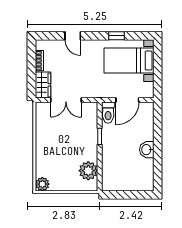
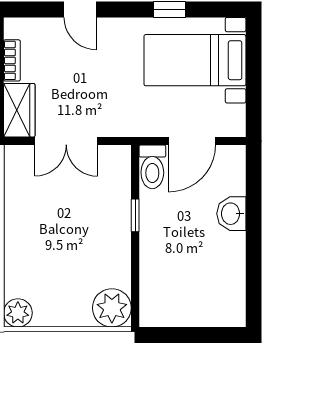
washbasin: (147, 150) -> (231, 214), moved
plant: (88, 171) -> (112, 308), moved

